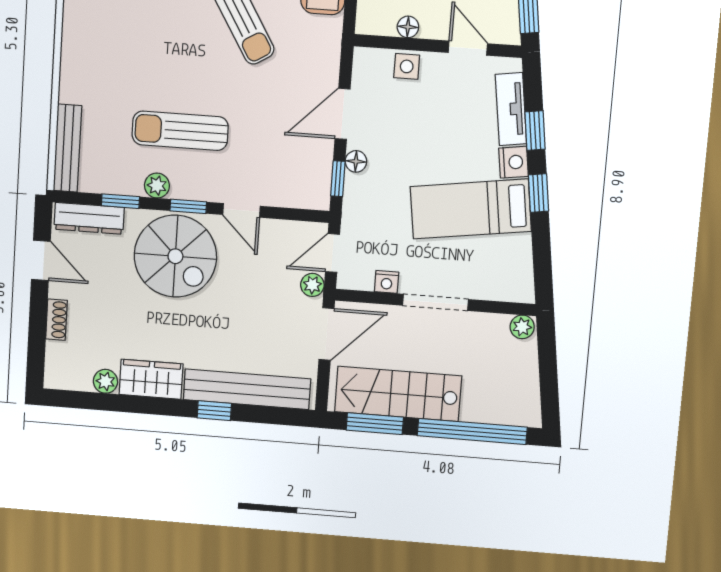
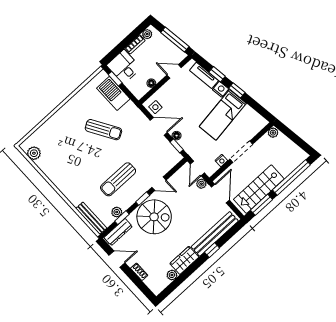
side table: (407, 66) -> (155, 107), moved
door: (343, 114) -> (159, 126), swing flipped
plant: (157, 186) -> (117, 212), moved

